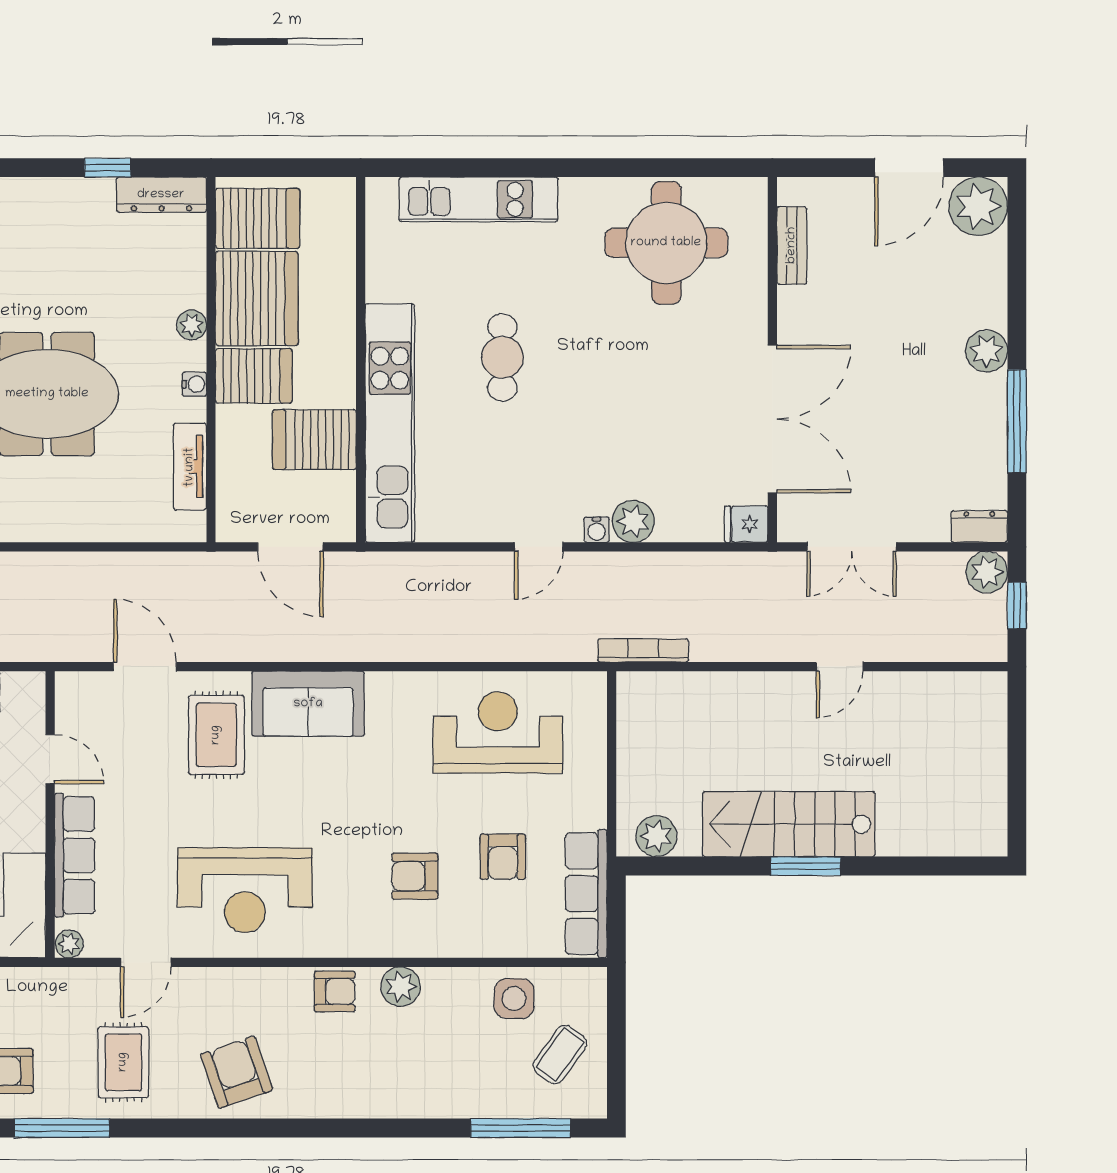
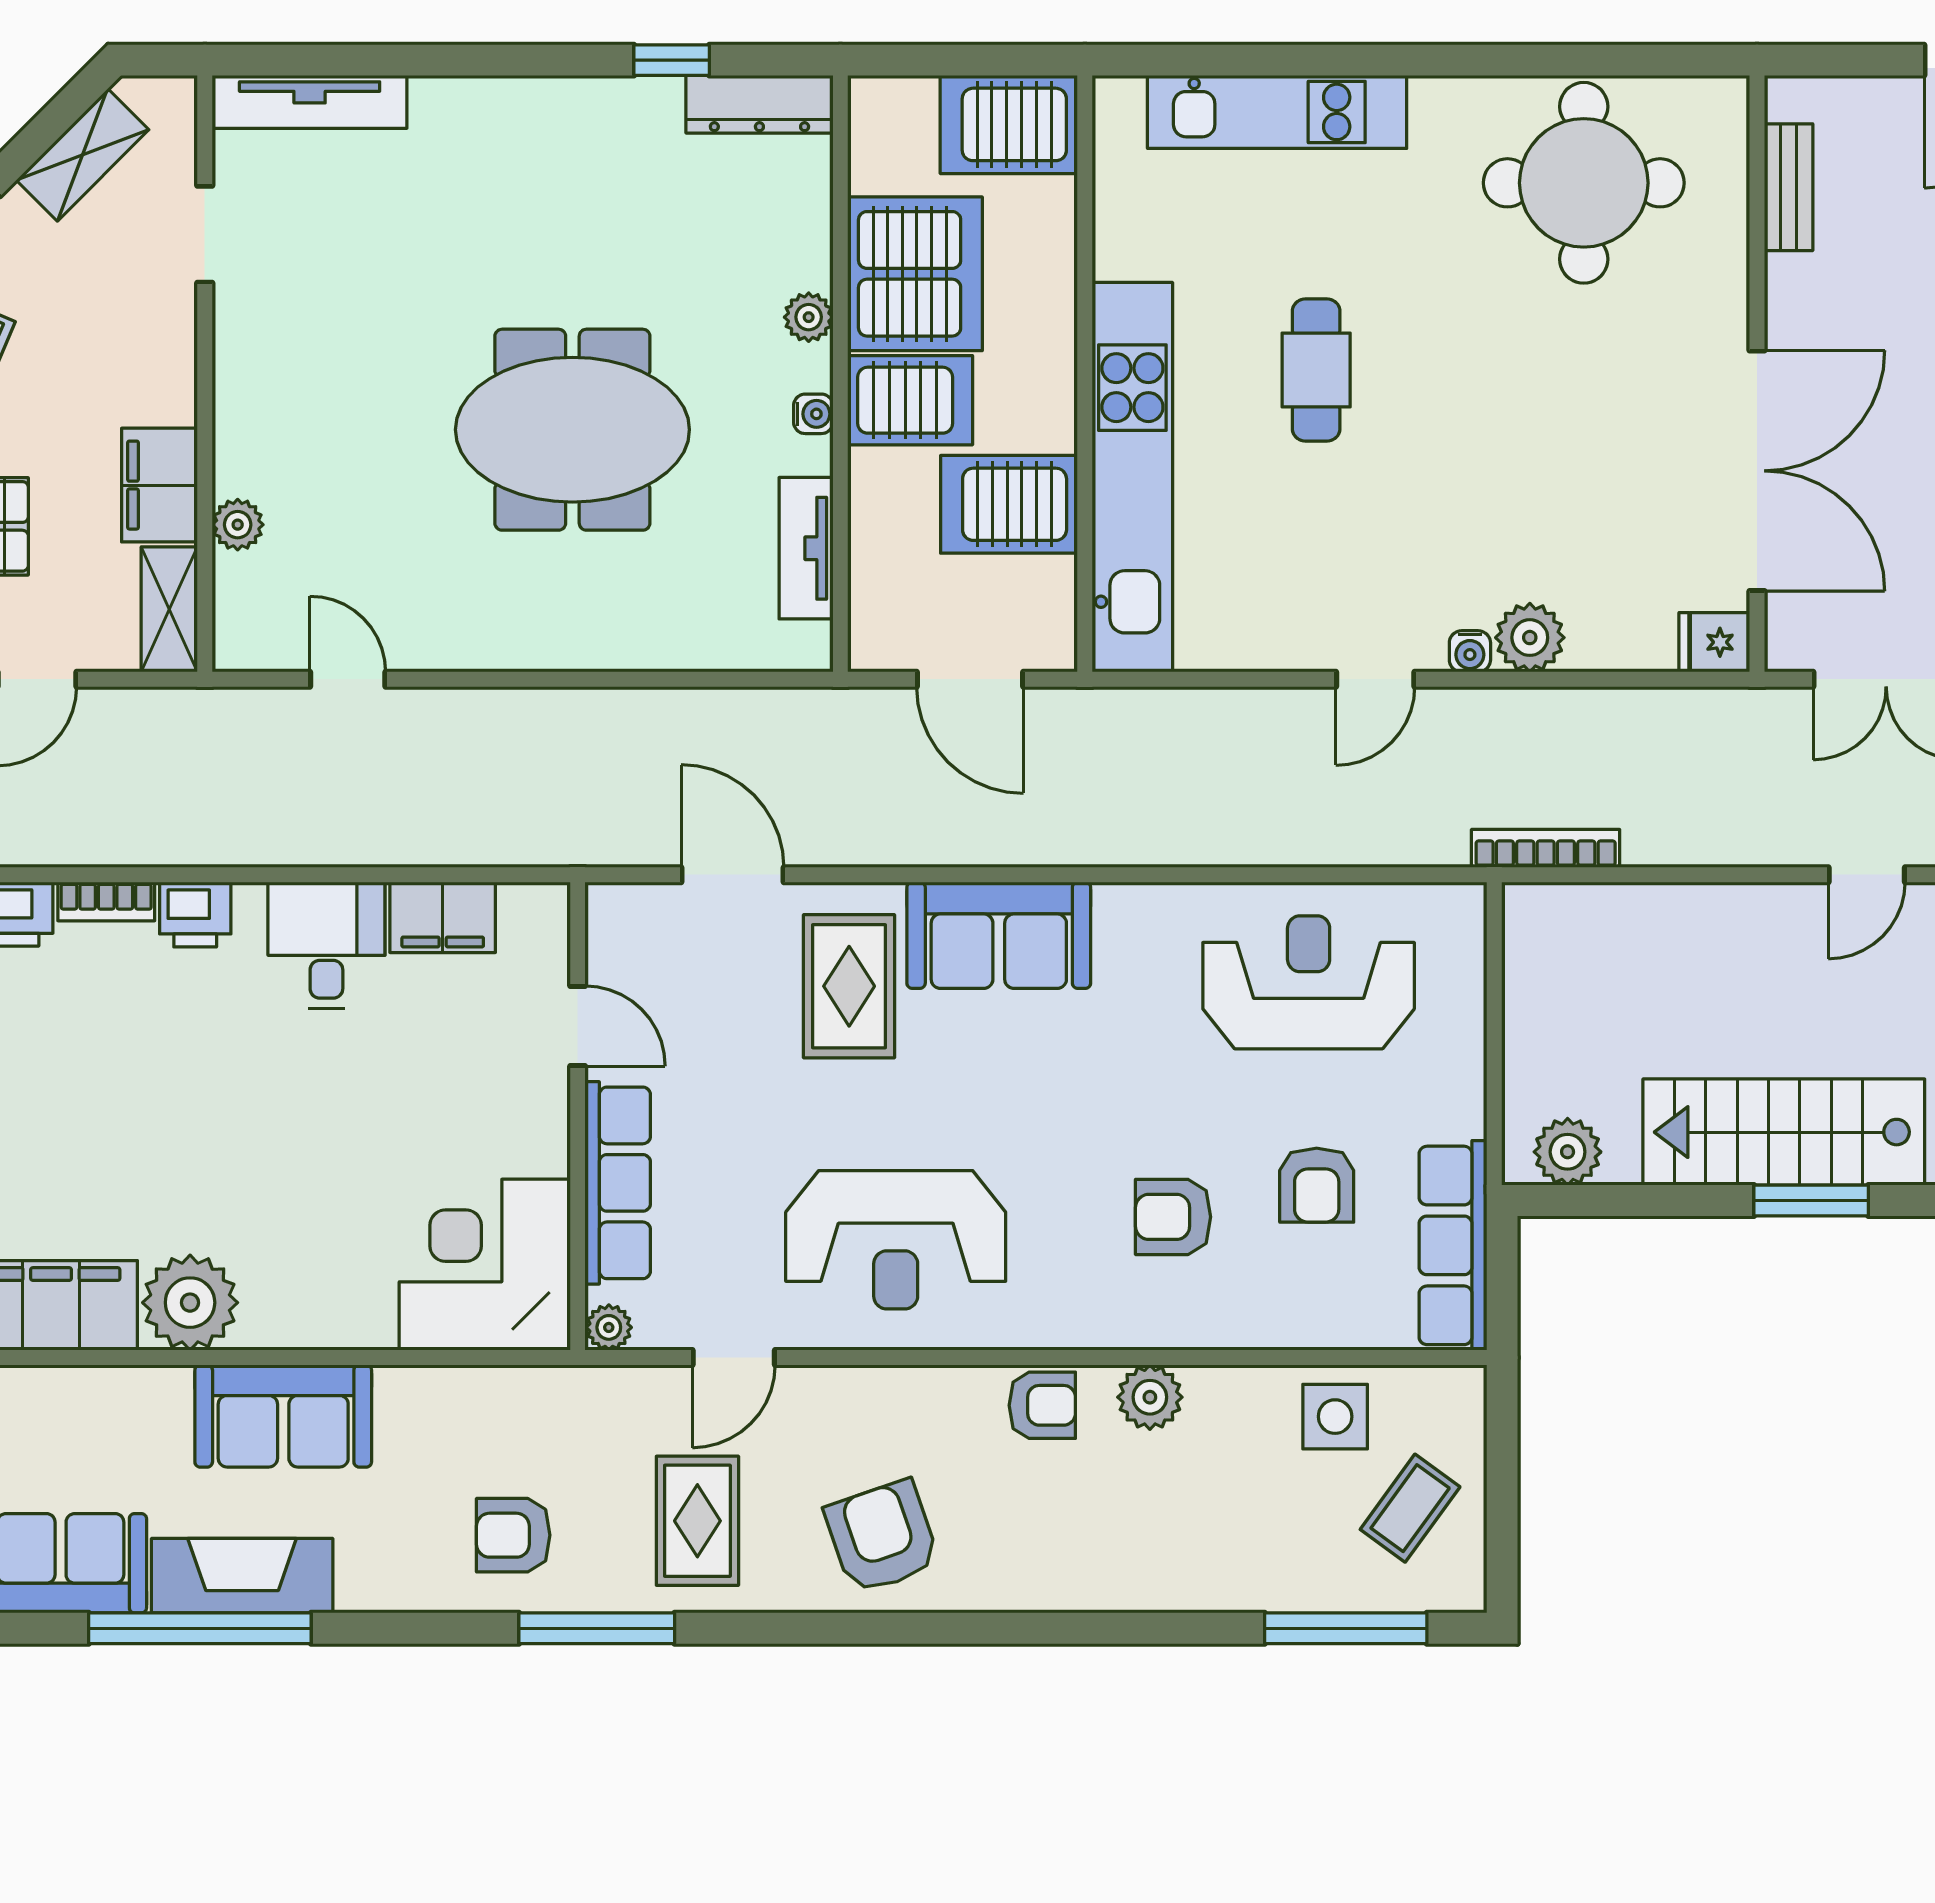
server rack: (258, 218) -> (1009, 124), moved, turned 180

